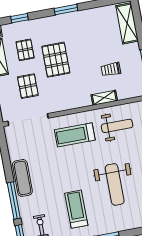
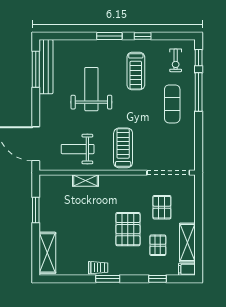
trolley: (111, 69) -> (98, 268), moved
treadmill: (75, 135) -> (123, 148), turned -90
exercise mat: (22, 178) -> (172, 104), moved

